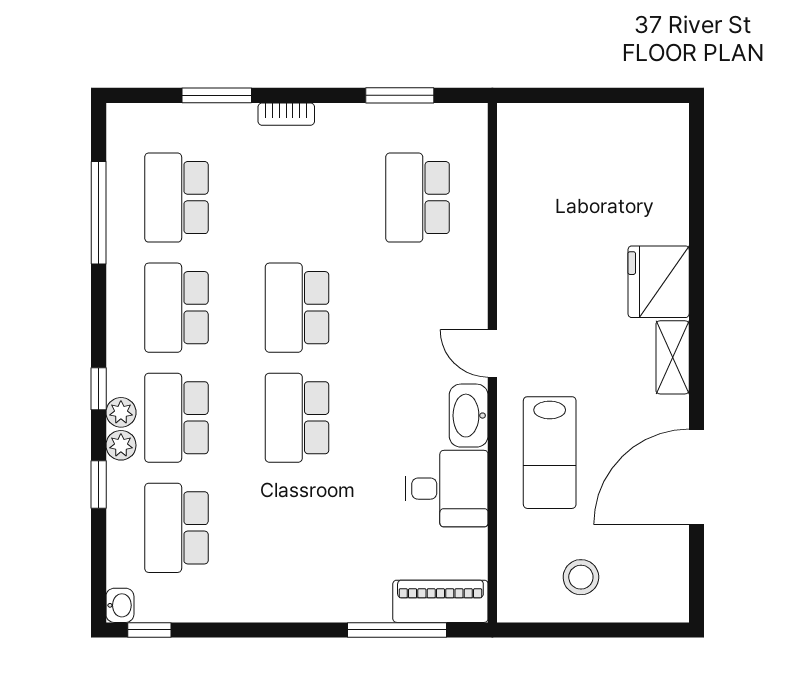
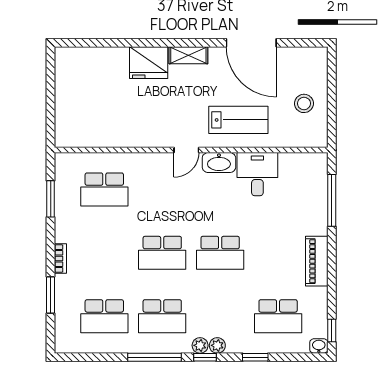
window: (99, 213) -> (154, 357), moved
school desk: (176, 418) -> (220, 316), removed
plant: (121, 445) -> (200, 345), moved
piano: (440, 601) -> (317, 261), moved

